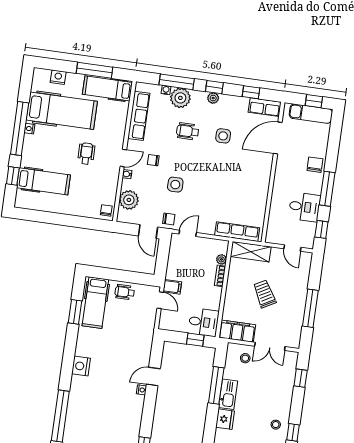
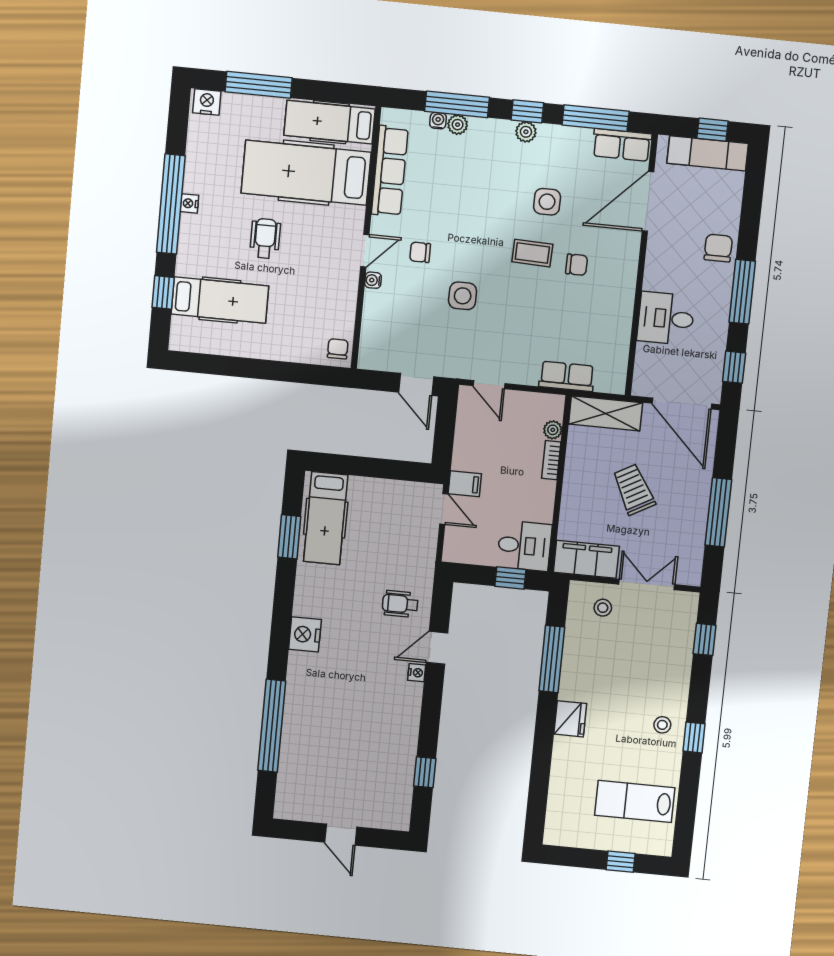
window: (94, 70) -> (259, 85), moved
nightstand: (58, 77) -> (207, 102), moved
window: (251, 92) -> (596, 118), width x2.17
plant: (180, 98) -> (458, 125), width x0.53, depth x0.53
hospital bed: (62, 111) -> (306, 173), moved, turned 180
wheelchair: (188, 131) -> (481, 196), removed
wheelchair: (86, 154) -> (265, 238), moved
coffee table: (214, 163) -> (532, 253), added
plant: (129, 200) -> (378, 328), removed
desk: (304, 207) -> (666, 318), moved, turned 180
chair: (169, 219) -> (577, 265), moved
row of seats: (237, 232) -> (567, 376), width x0.68
door: (188, 233) -> (489, 385), swing flipped
door: (292, 248) -> (682, 404), width x1.88
wheelchair: (125, 292) -> (400, 604), moved
double door: (270, 346) -> (647, 584), swing flipped
kitchen sink: (228, 394) -> (574, 674), removed

